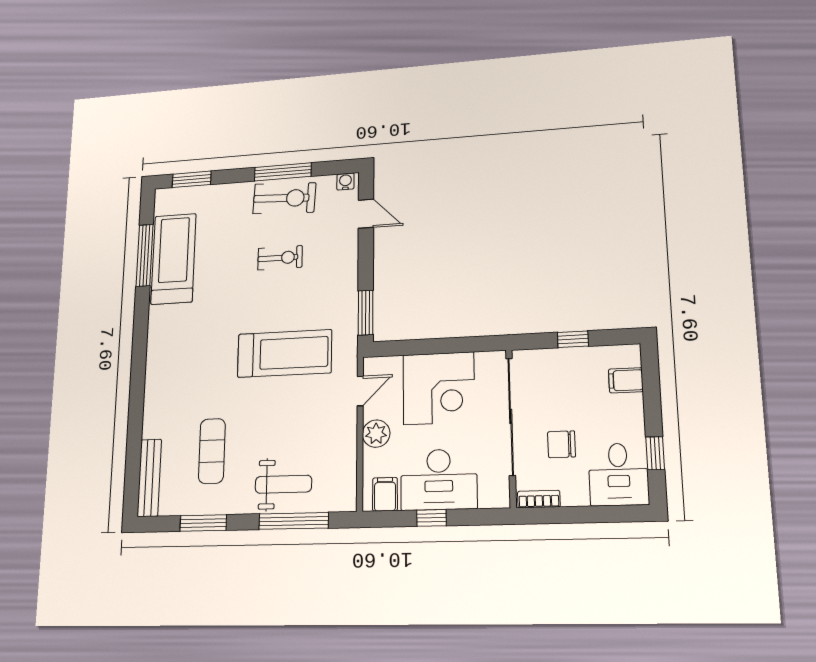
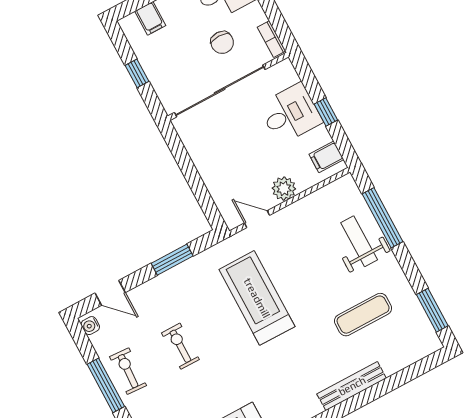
exercise bike: (284, 198) -> (128, 371), width x0.73, depth x0.72
door: (366, 214) -> (110, 293), swing flipped
window: (366, 313) -> (172, 260), moved
corner desk: (439, 388) -> (225, 158), removed
bench: (149, 478) -> (352, 386), moved
desk: (439, 479) -> (290, 114), width x0.73
window: (203, 523) -> (432, 310), moved

